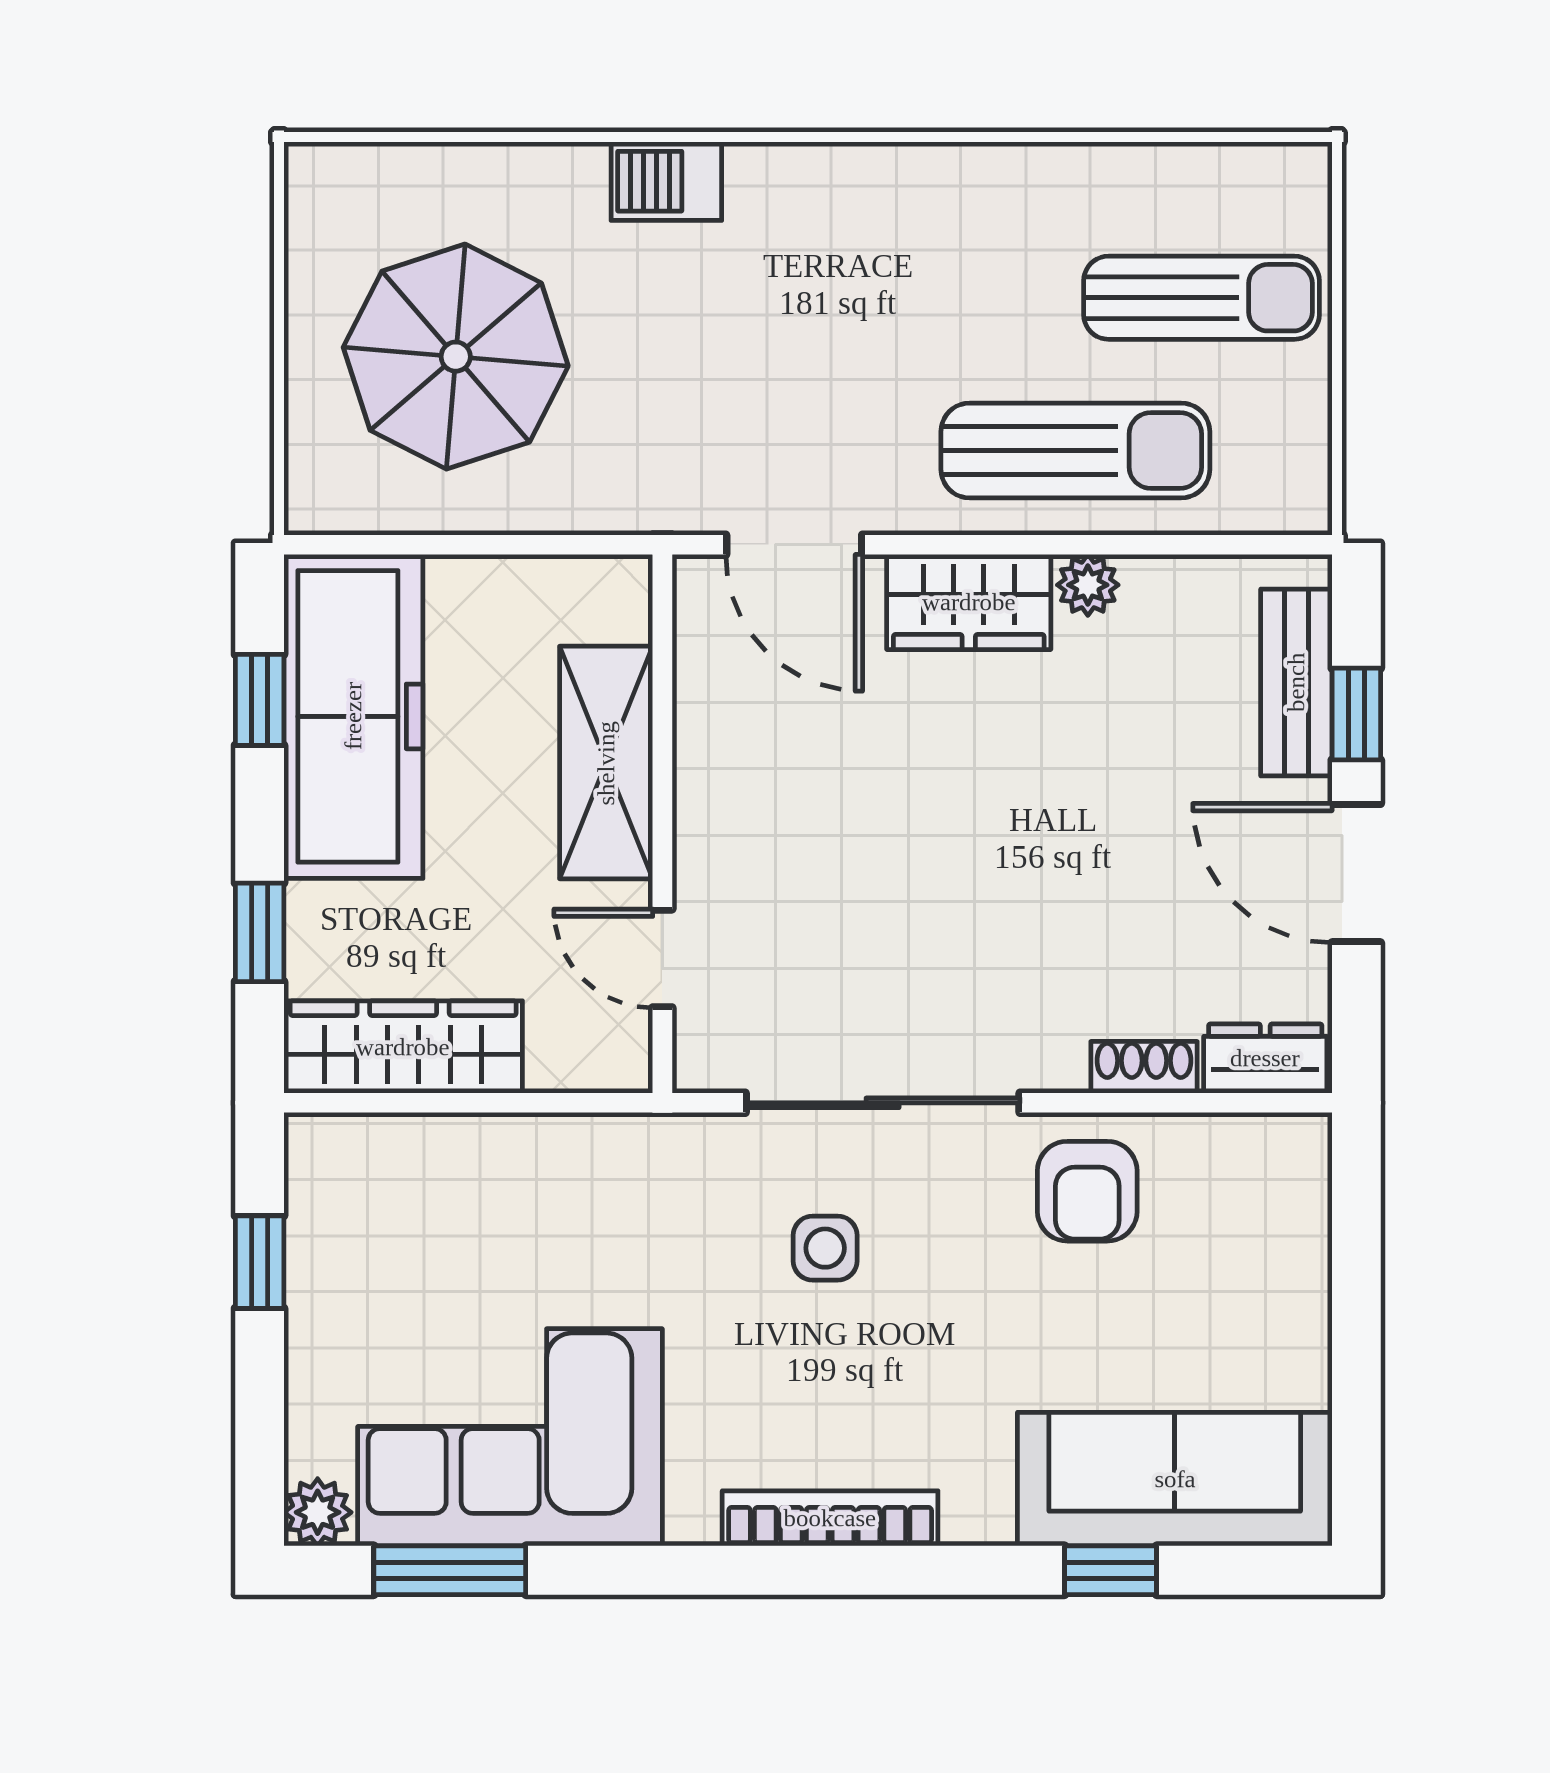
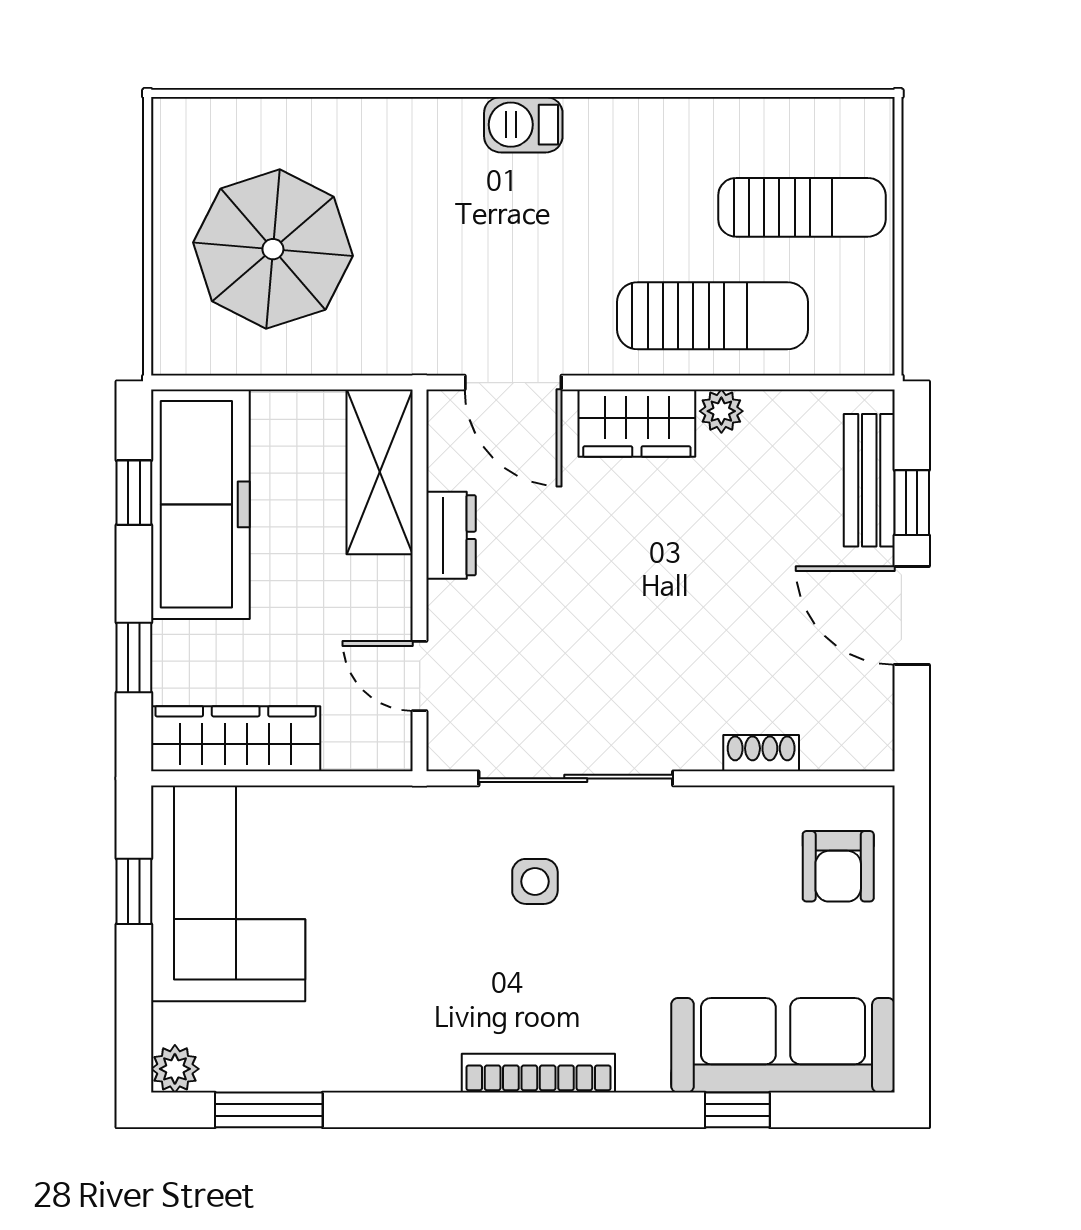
barbecue: (666, 181) -> (523, 125), moved
shelving: (606, 763) -> (380, 472), moved
dresser: (1265, 1058) -> (451, 535), moved, turned 90
armchair: (1087, 1191) -> (838, 866), moved
corner sofa: (510, 1437) -> (228, 893), moved, turned 90

